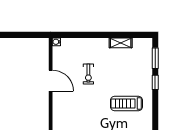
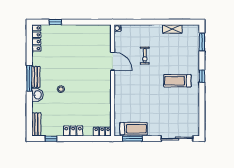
window: (155, 82) -> (202, 76), moved

